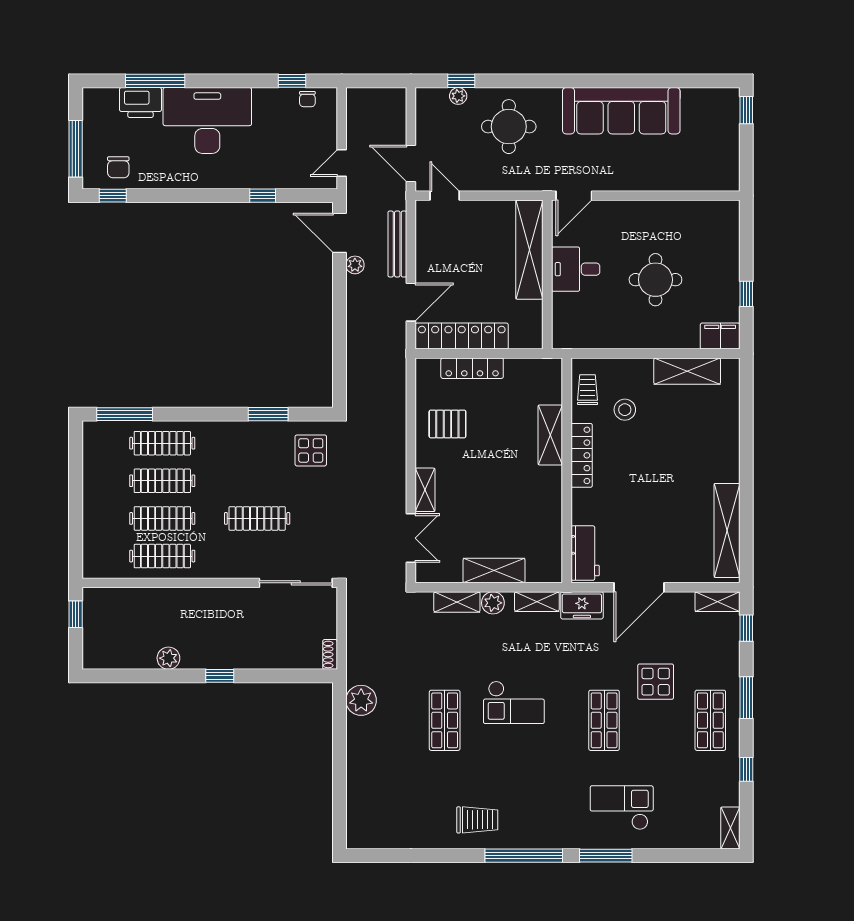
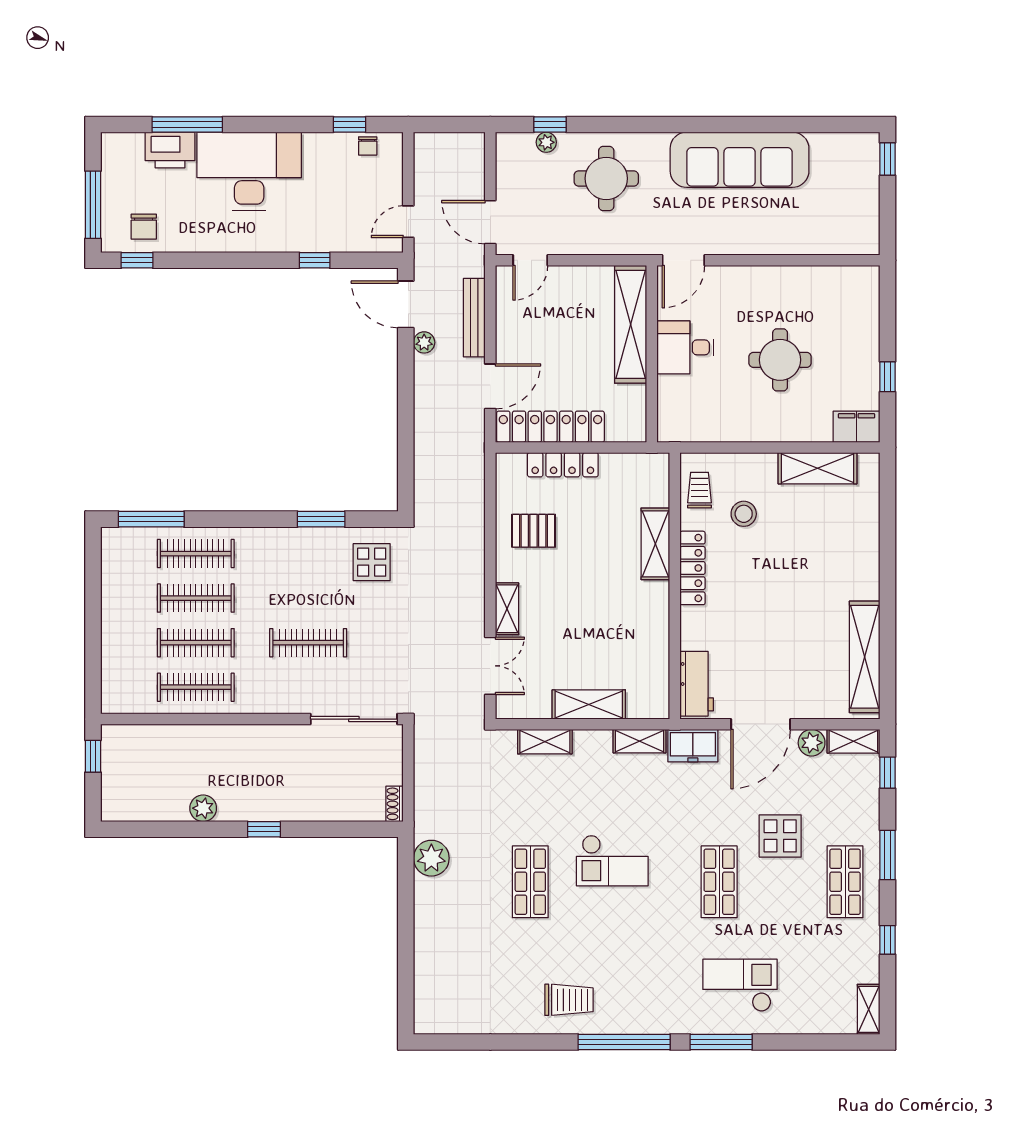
door: (445, 196) -> (530, 260), swing flipped
plant: (493, 603) -> (812, 743), moved

